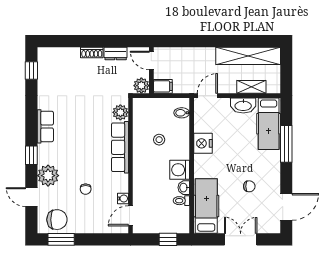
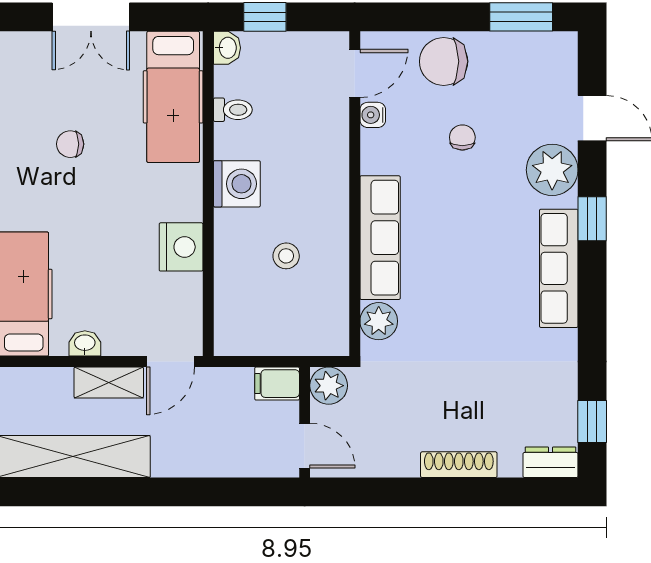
shoe rack: (92, 53) -> (459, 465), width x1.43
dresser: (116, 54) -> (551, 462), moved
shelving: (251, 87) -> (109, 382), moved
washbasin: (243, 105) -> (85, 343), width x0.52, depth x0.69
bidet: (182, 113) -> (232, 320), removed
row of seats: (45, 126) -> (559, 268), width x1.48
washbasin: (184, 188) -> (227, 48), moved
chair: (57, 220) -> (444, 61), moved

